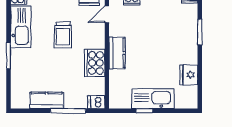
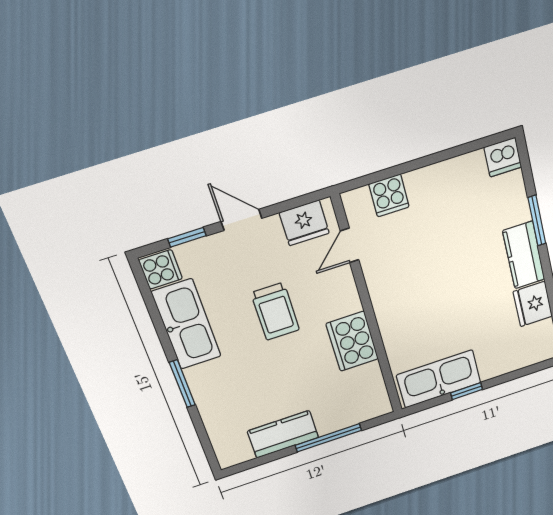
kitchen counter: (117, 53) -> (524, 255), moved, turned 180
kitchen sink: (153, 99) -> (439, 379), moved
dishwasher: (96, 102) -> (375, 406), removed

